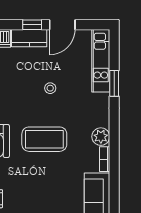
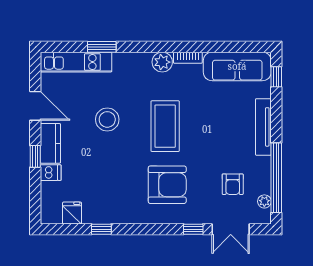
window: (32, 25) -> (35, 156), moved
stool: (50, 88) -> (107, 119), width x1.89, depth x1.89

